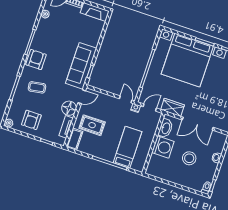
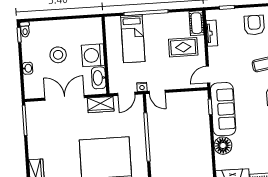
floor lamp: (69, 108) -> (223, 146), moved

